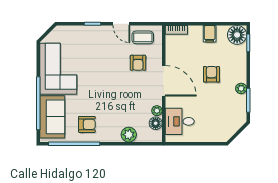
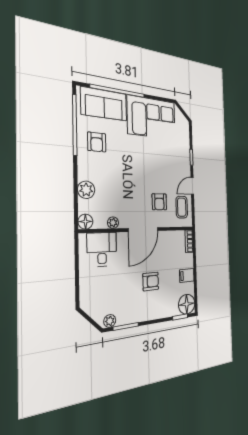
armchair: (138, 63) -> (159, 202), turned -90
plant: (241, 88) -> (110, 321), moved
floor lamp: (156, 123) -> (85, 222), moved

